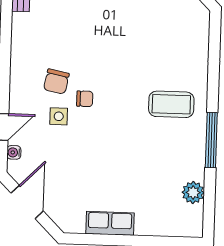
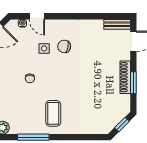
chair: (85, 99) -> (30, 78), moved

